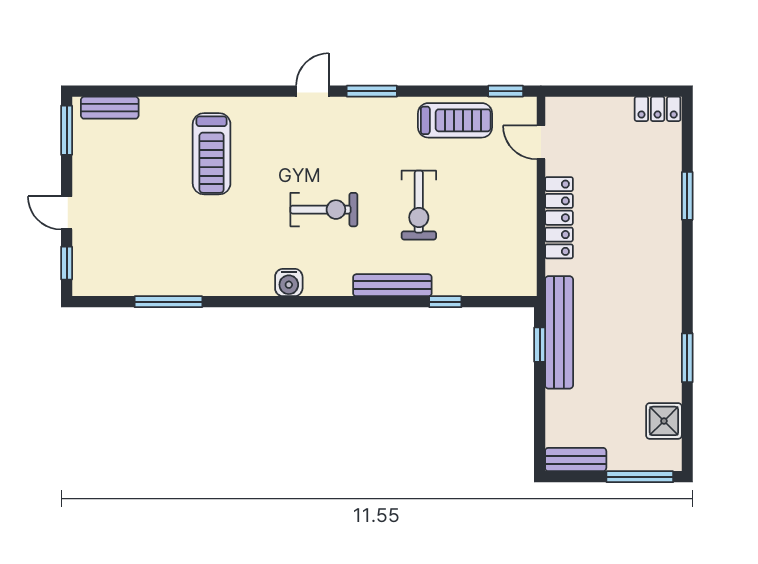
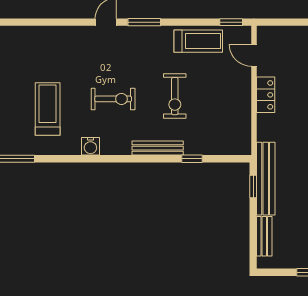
treadmill: (212, 154) -> (48, 109), moved, turned 180
locker: (559, 218) -> (266, 95), width x0.66
bench: (576, 460) -> (264, 236), moved, turned 90

